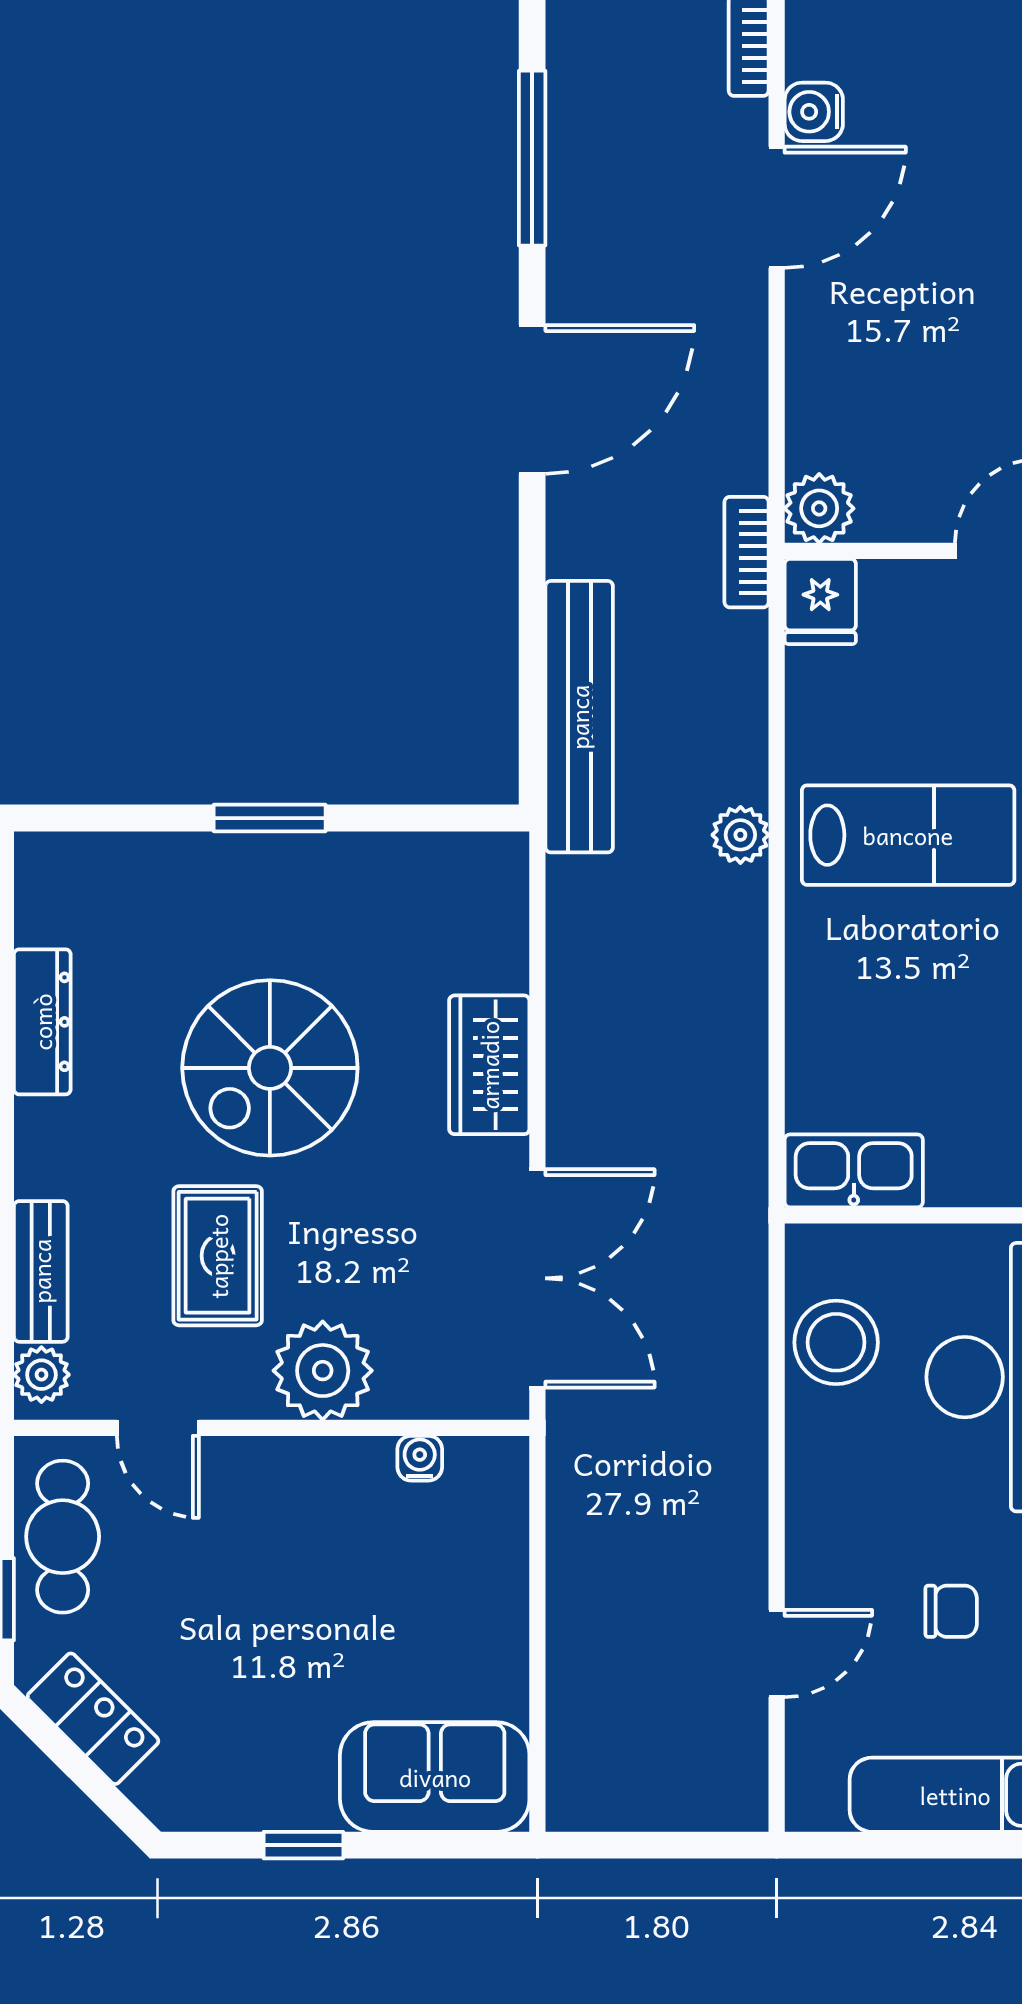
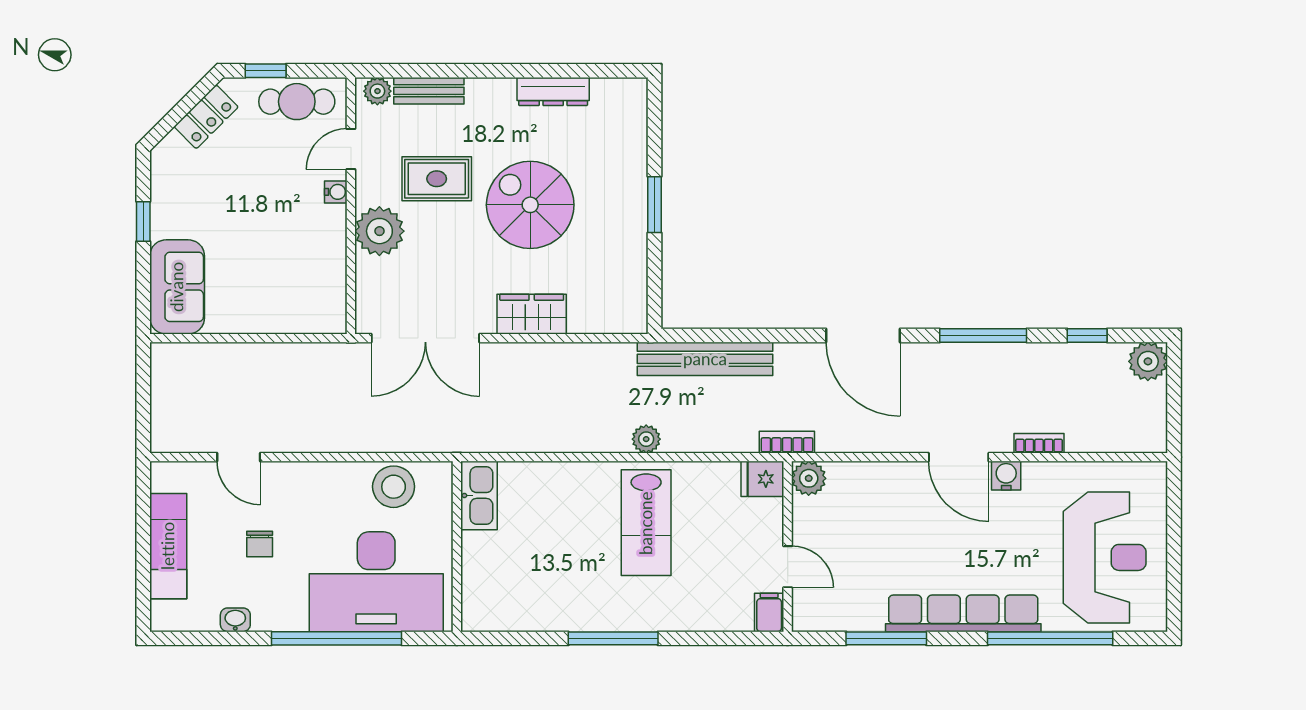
water cooler: (420, 1458) -> (336, 192), moved

